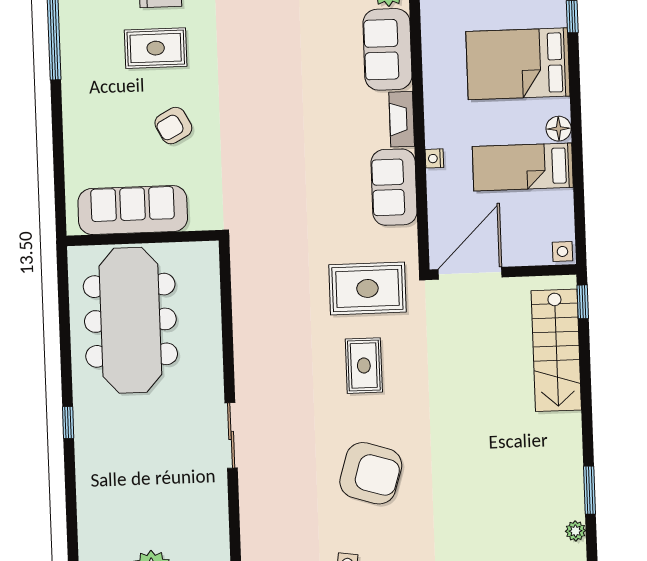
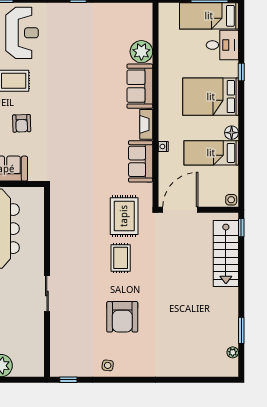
armchair: (173, 126) -> (22, 123), turned -64
rug: (367, 288) -> (124, 216), turned 90
armchair: (371, 473) -> (122, 317), turned 73

